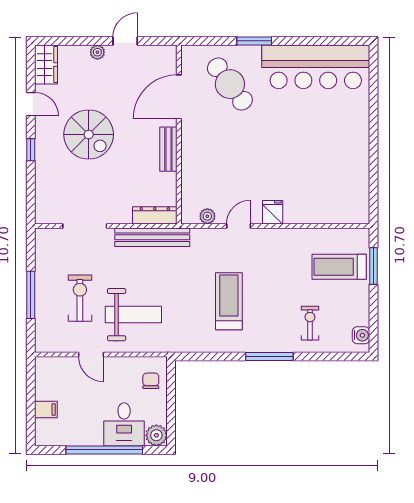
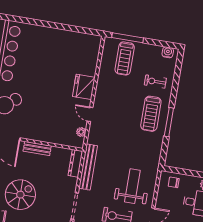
fridge: (273, 212) -> (84, 87), width x1.88, depth x1.34
window: (374, 266) -> (128, 38), width x1.44
treadmill: (229, 301) -> (151, 114), moved, turned -90
window: (269, 356) -> (169, 122), moved

